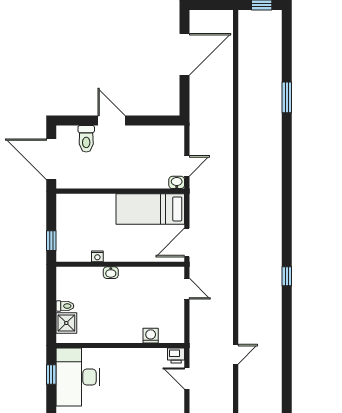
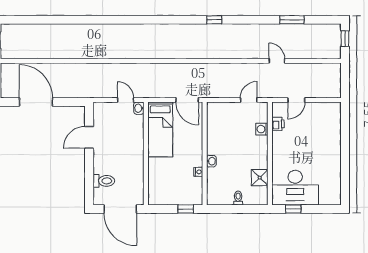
window: (287, 97) -> (292, 20), moved
door: (111, 120) -> (89, 137), moved
door: (51, 159) -> (120, 209), hinge flipped
door: (187, 289) -> (249, 100), moved
shower: (66, 323) -> (260, 178), moved
printer: (176, 356) -> (278, 124), moved

